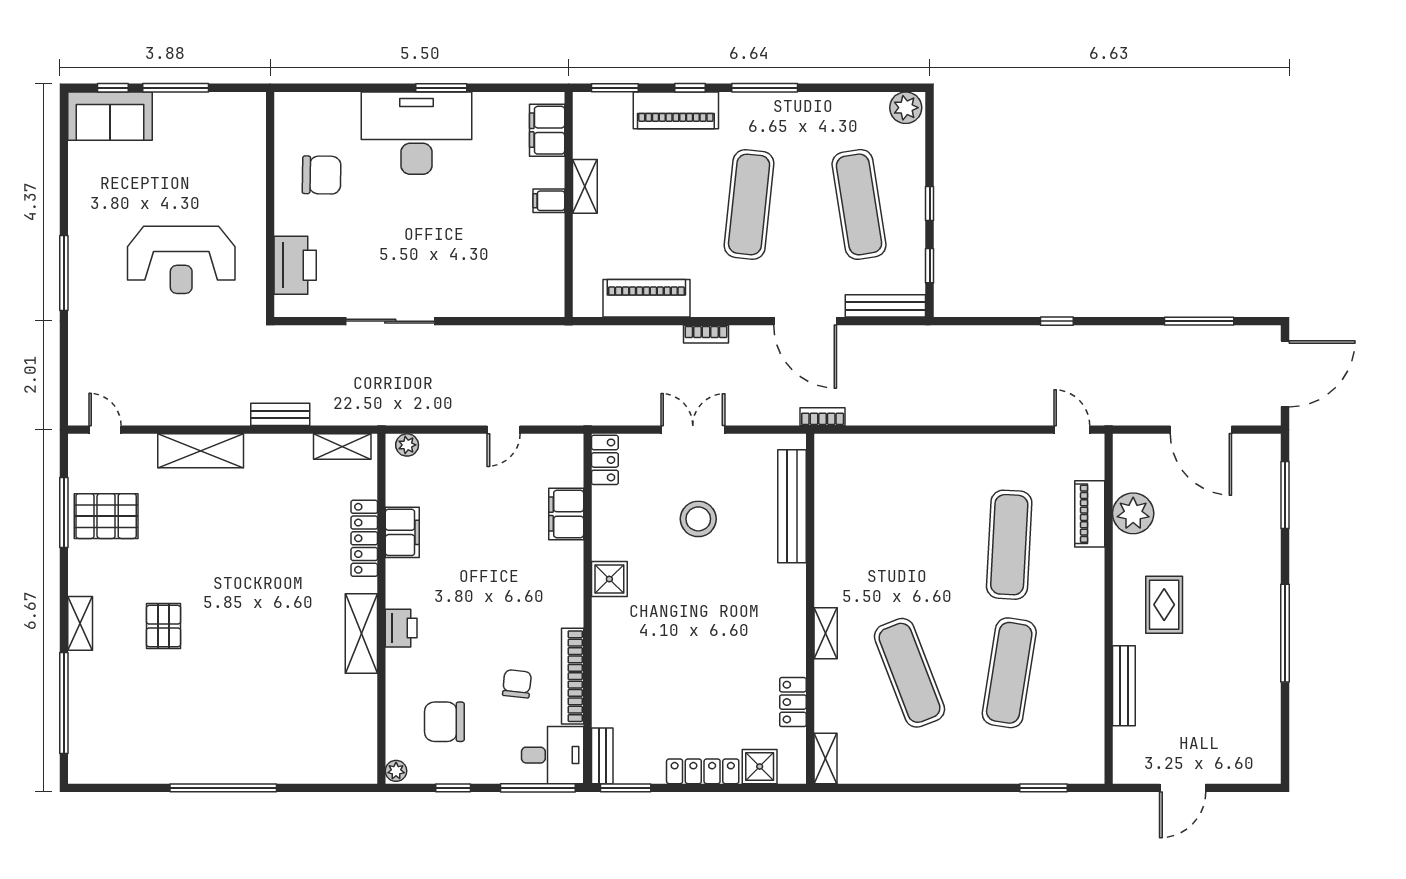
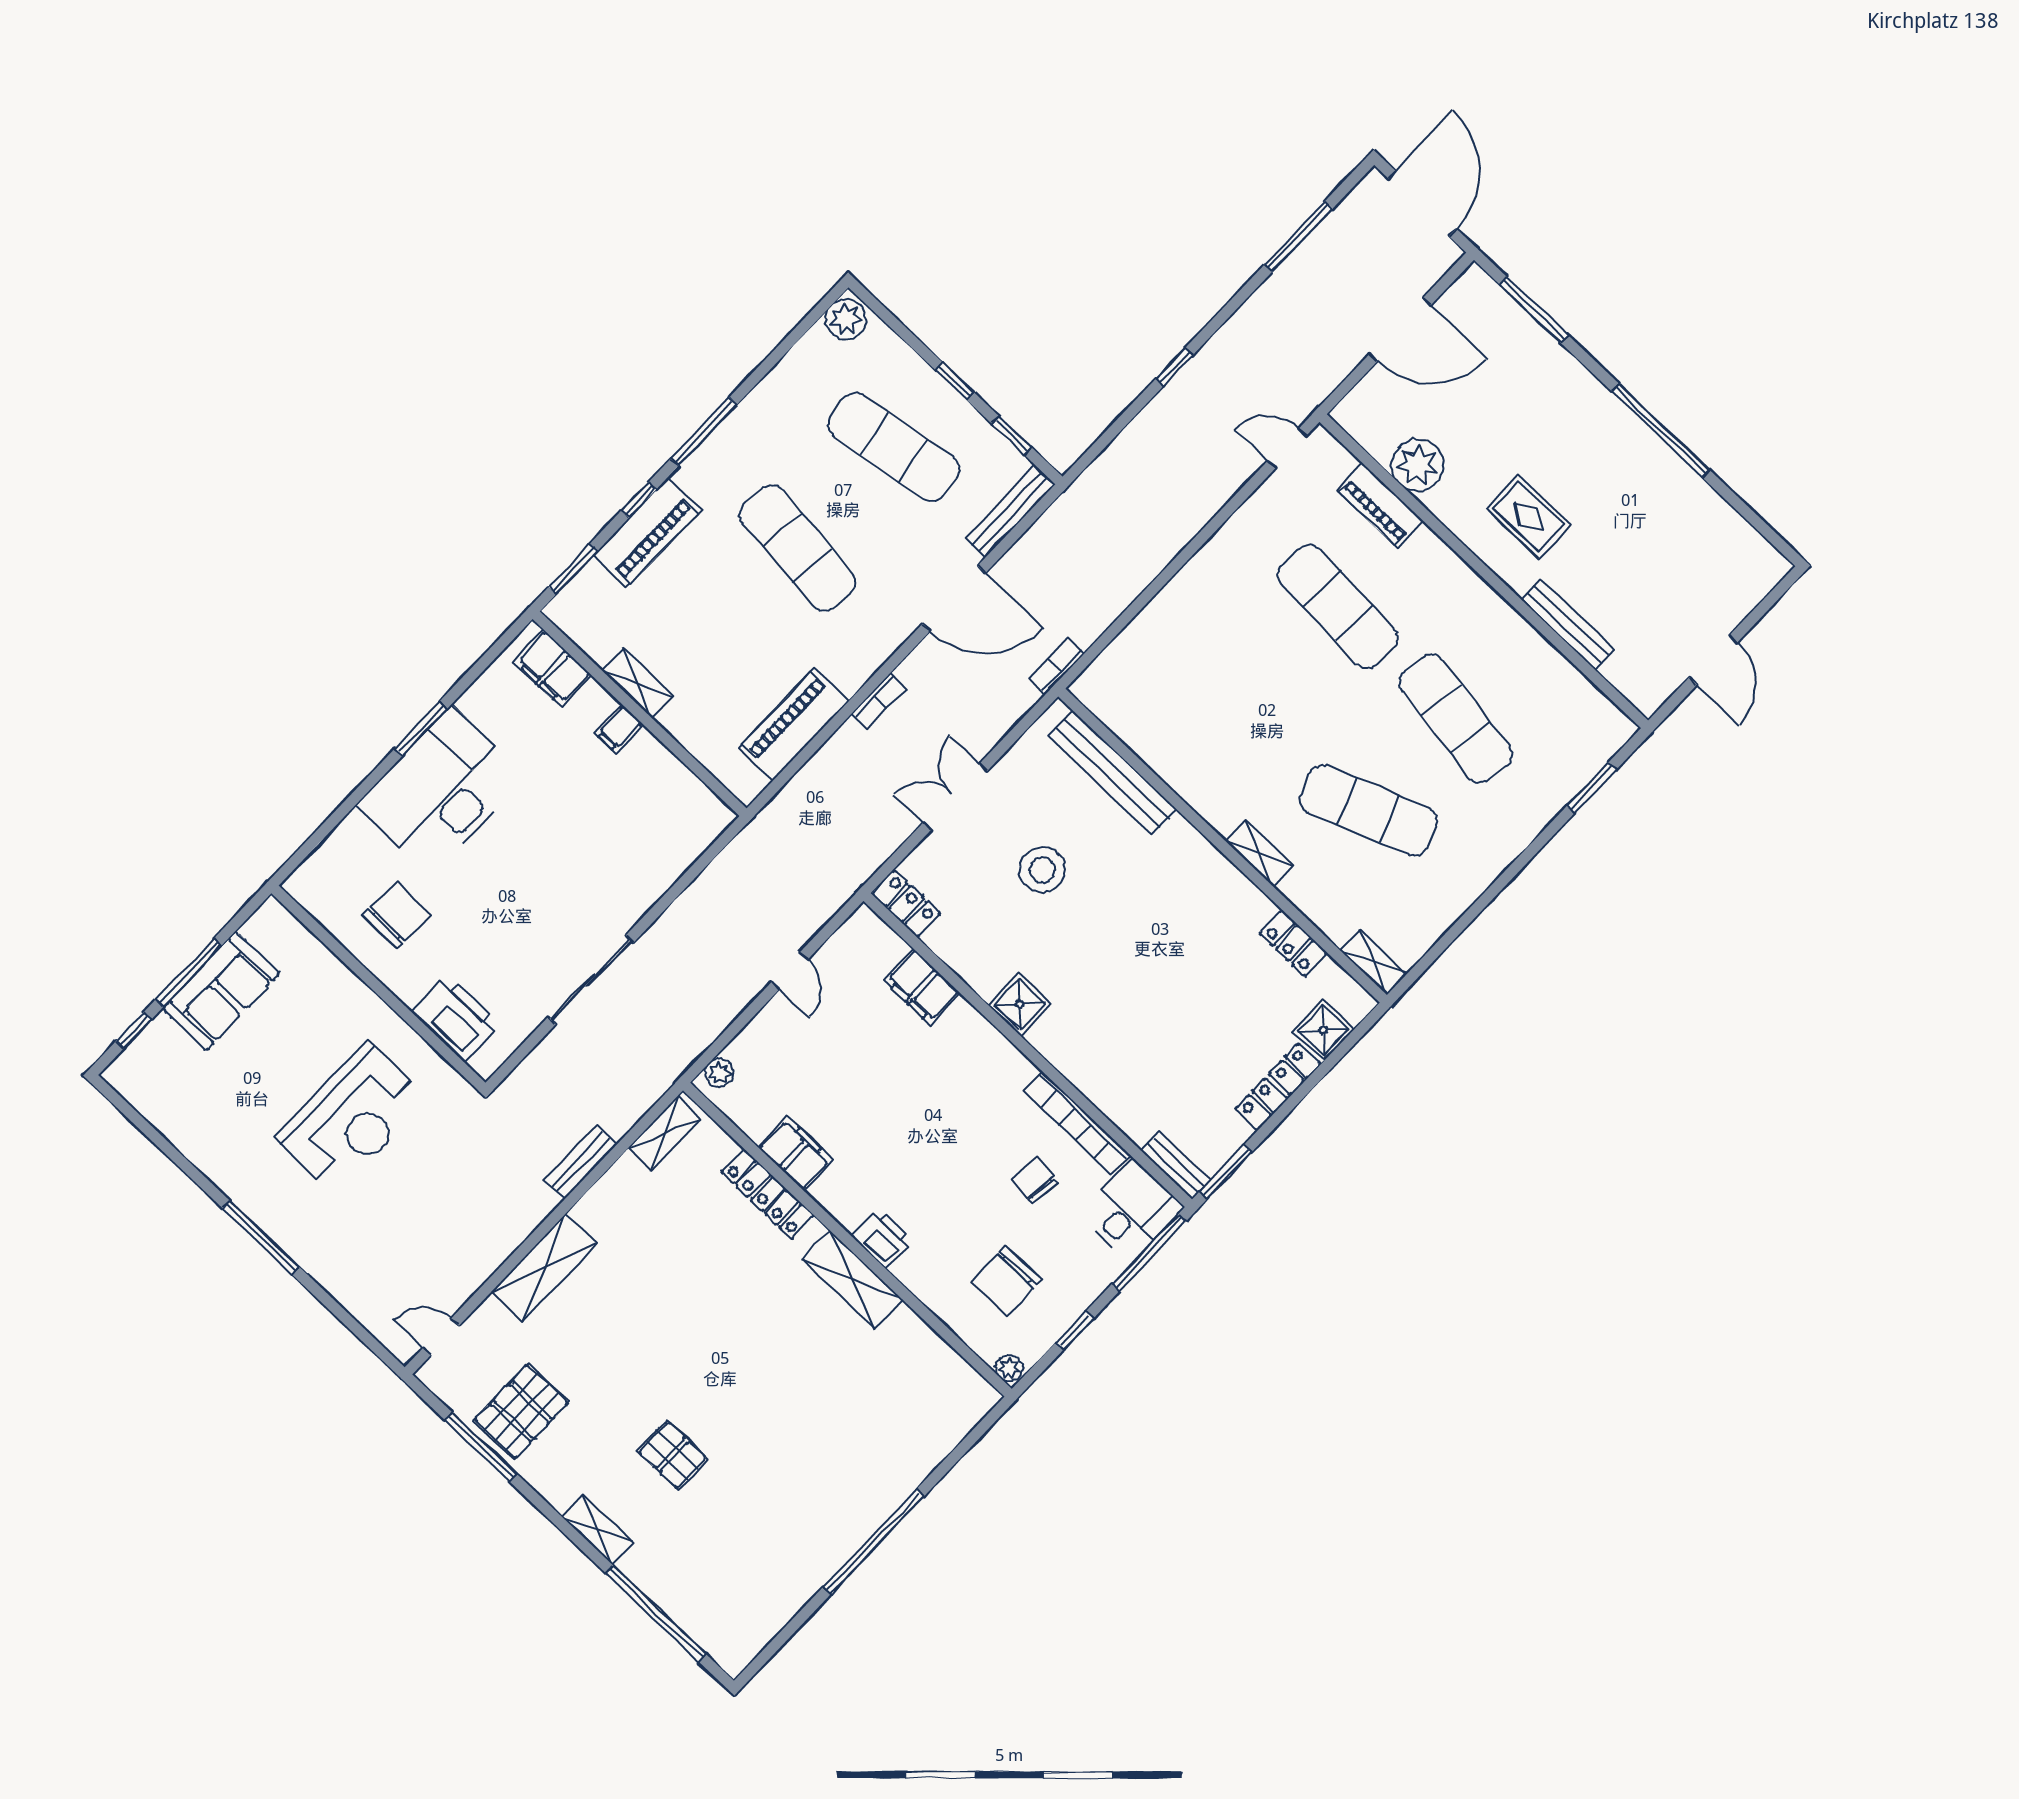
sofa: (110, 116) -> (221, 991), moved

